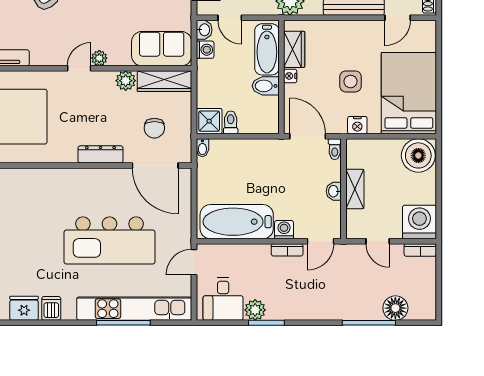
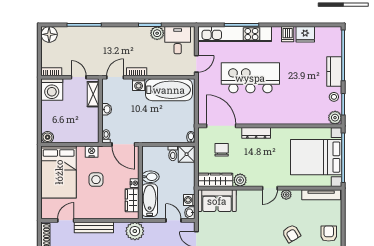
plant: (99, 58) -> (286, 195), moved
boiler: (418, 155) -> (48, 137), width x0.54, depth x0.54
shelving: (355, 189) -> (93, 94), moved
floor lamp: (395, 308) -> (49, 34), moved

